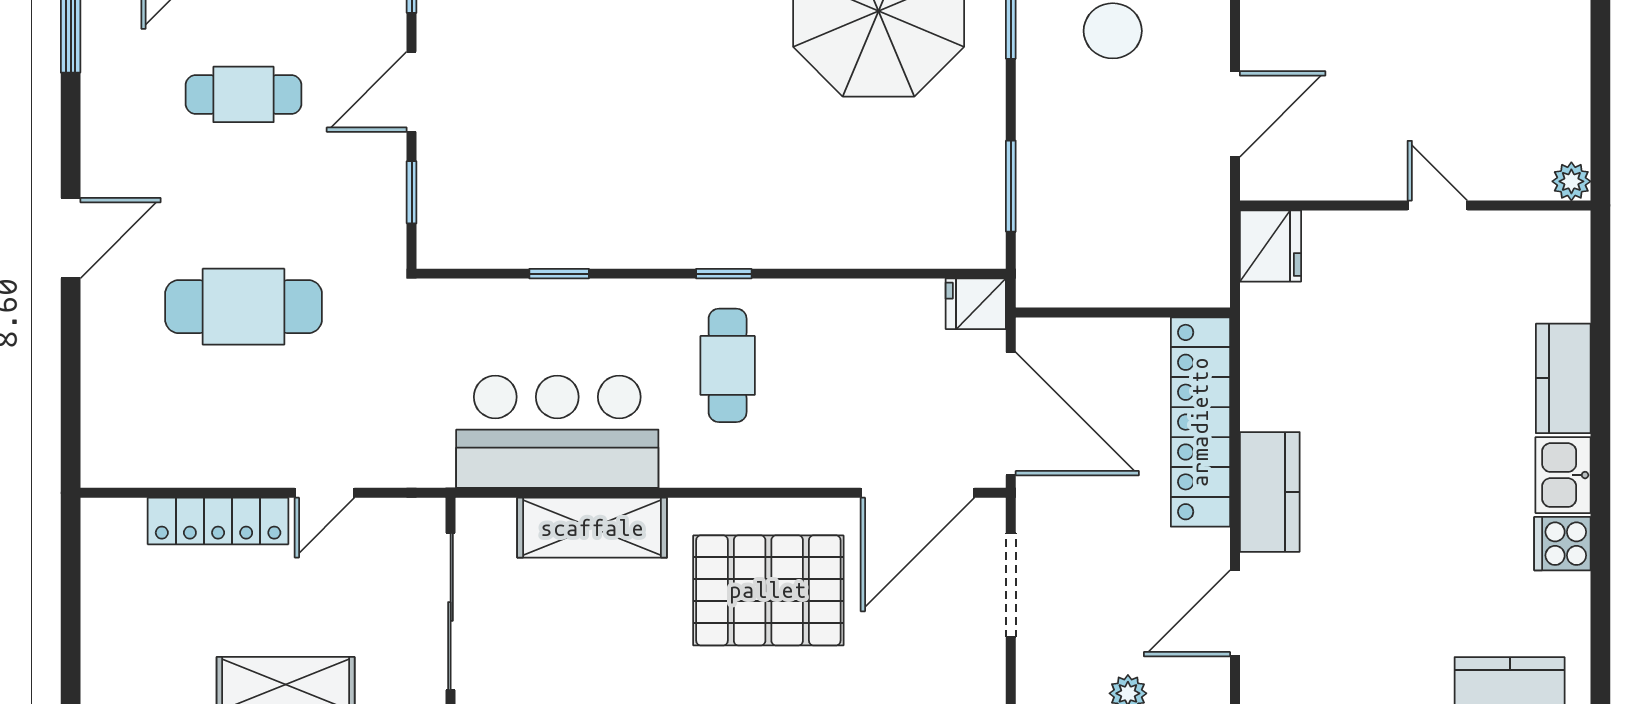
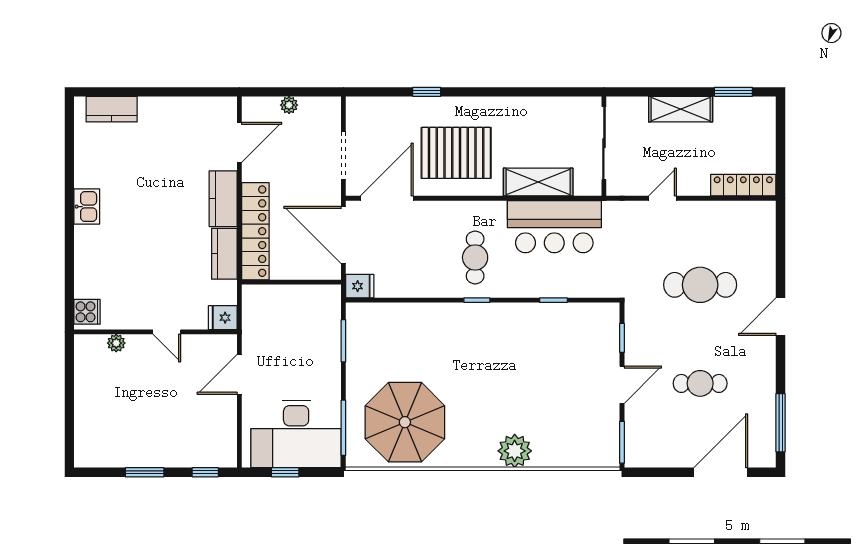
plant: (1571, 181) -> (116, 343), moved
door: (1437, 205) -> (167, 332), moved
fridge: (1270, 246) -> (223, 318), width x0.72
kitchen counter: (1563, 378) -> (224, 254), moved, turned 180
locker: (218, 521) -> (743, 185), moved
cooker: (1562, 544) -> (87, 312), moved

